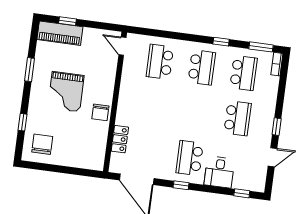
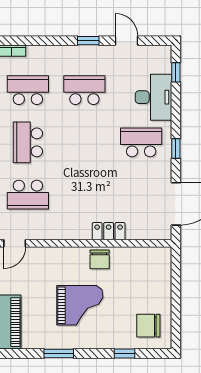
school desk: (202, 67) -> (28, 142), turned -90
chair: (100, 112) -> (100, 259), turned 90
locker: (120, 139) -> (109, 231), moved
school desk: (190, 158) -> (141, 142), turned 180
desk: (219, 172) -> (153, 97), width x1.37

